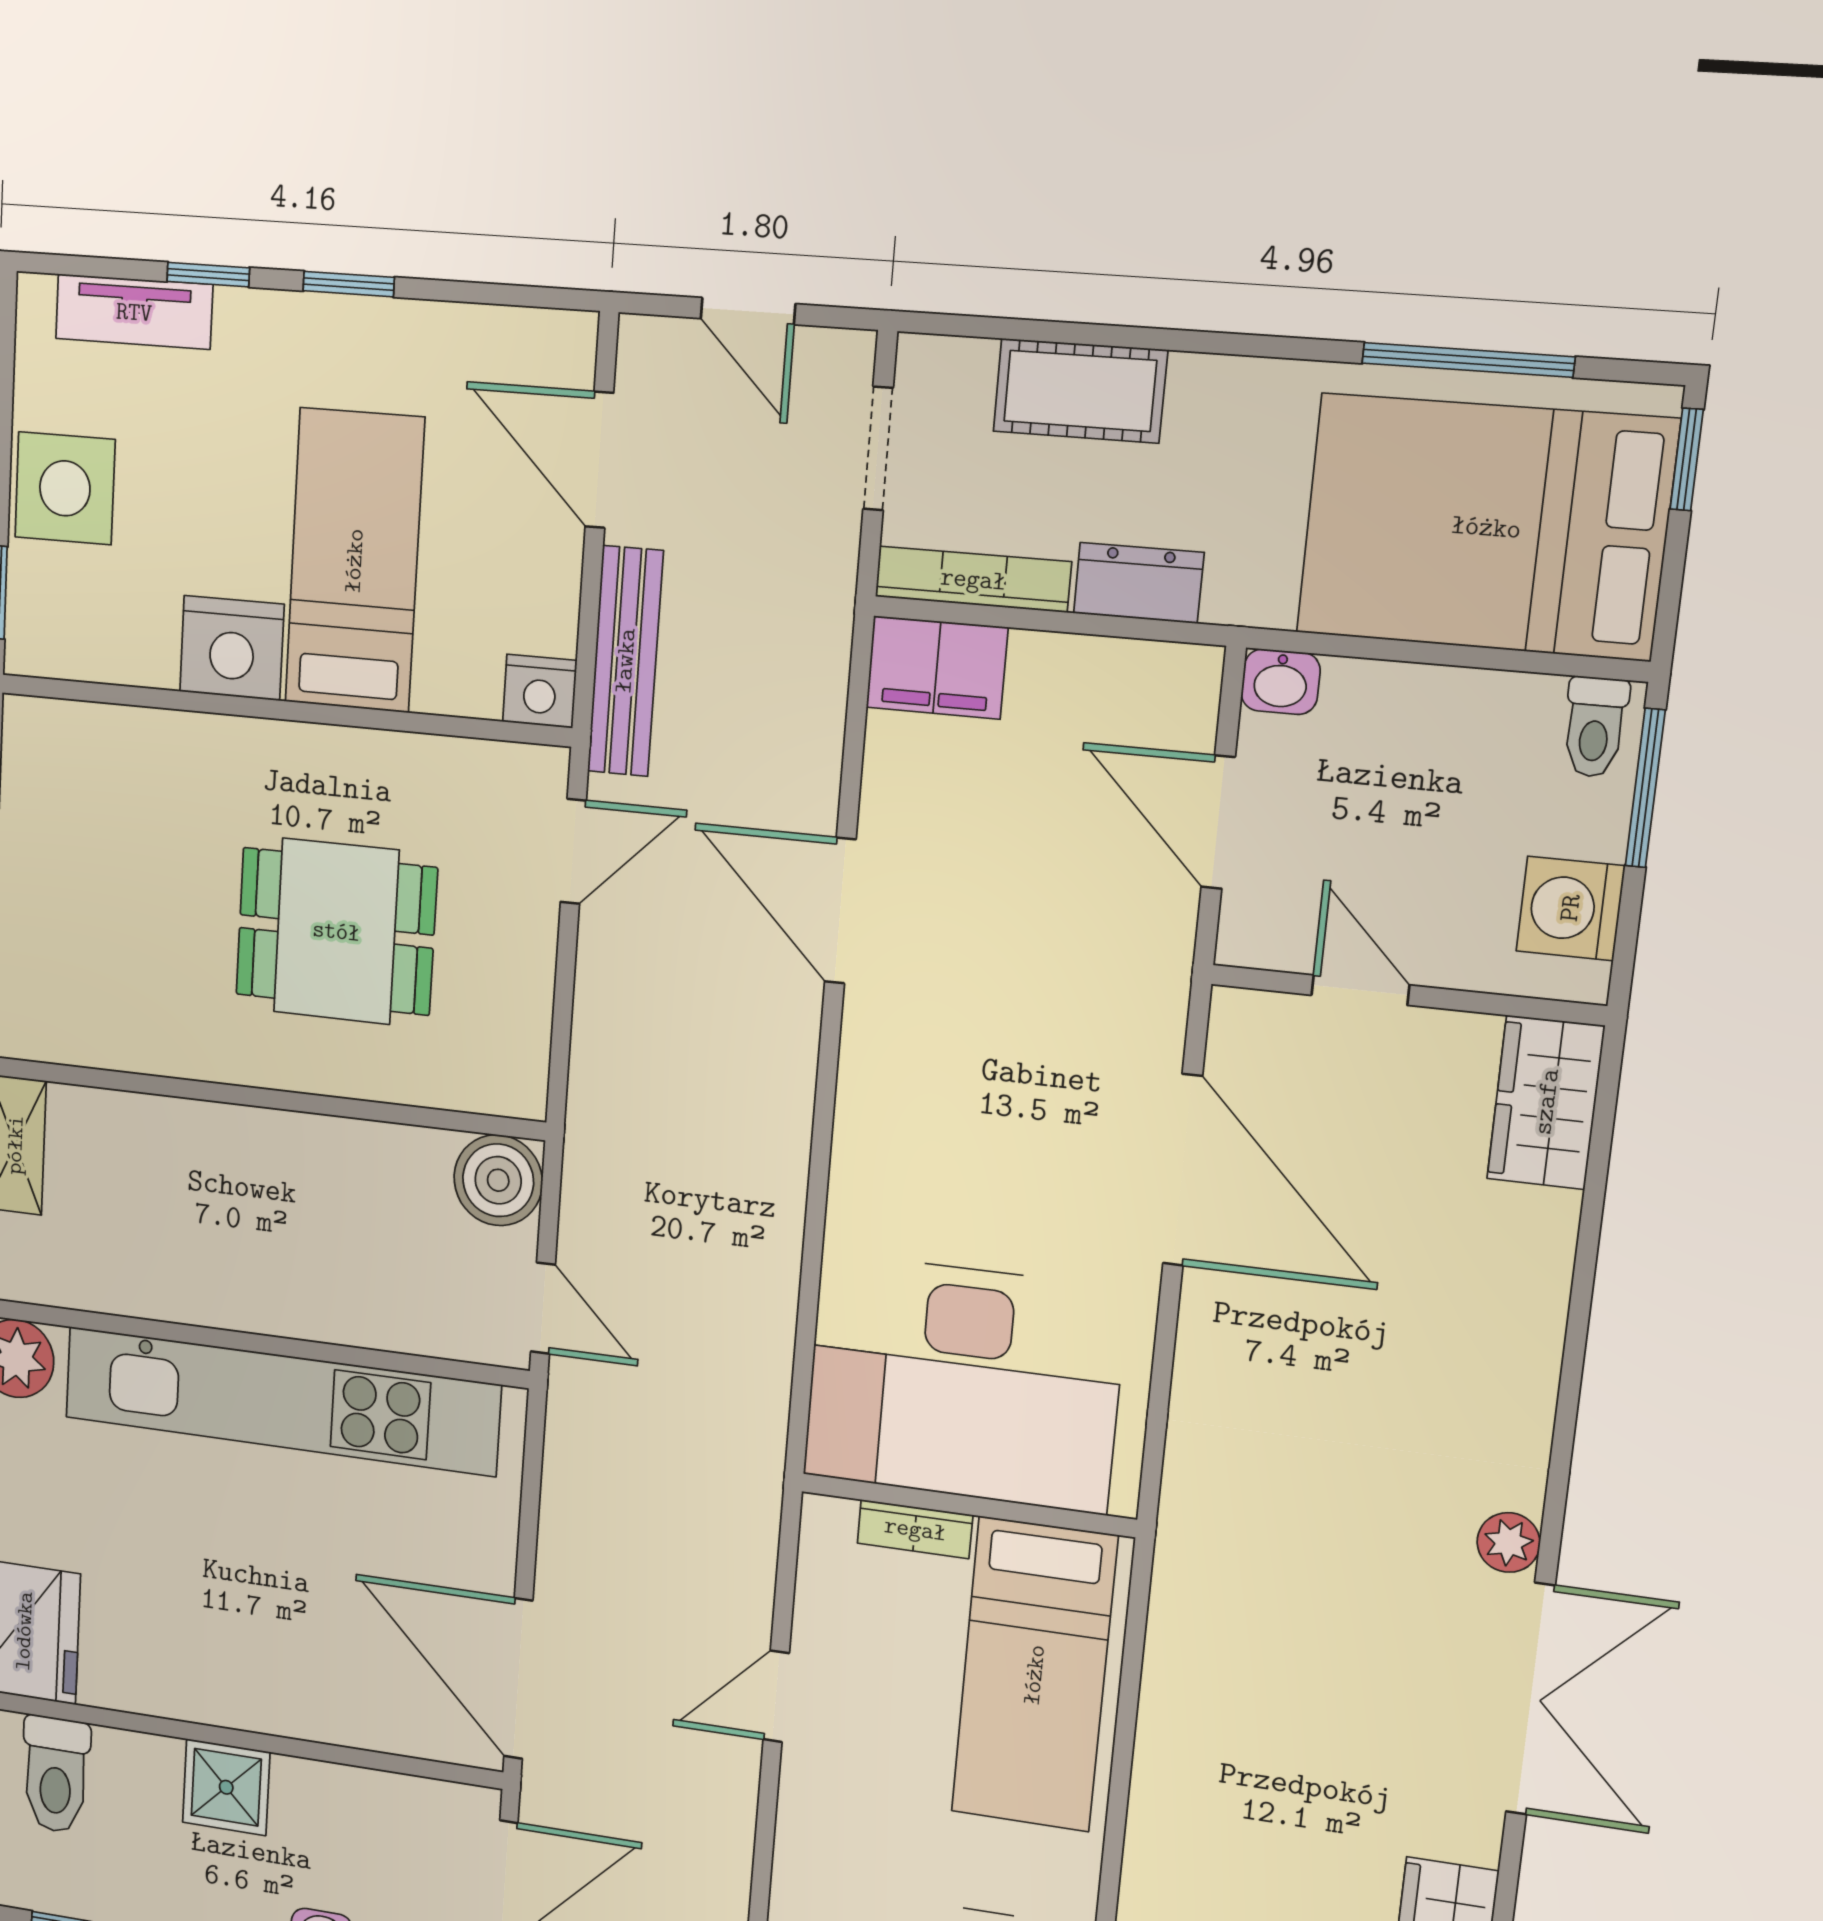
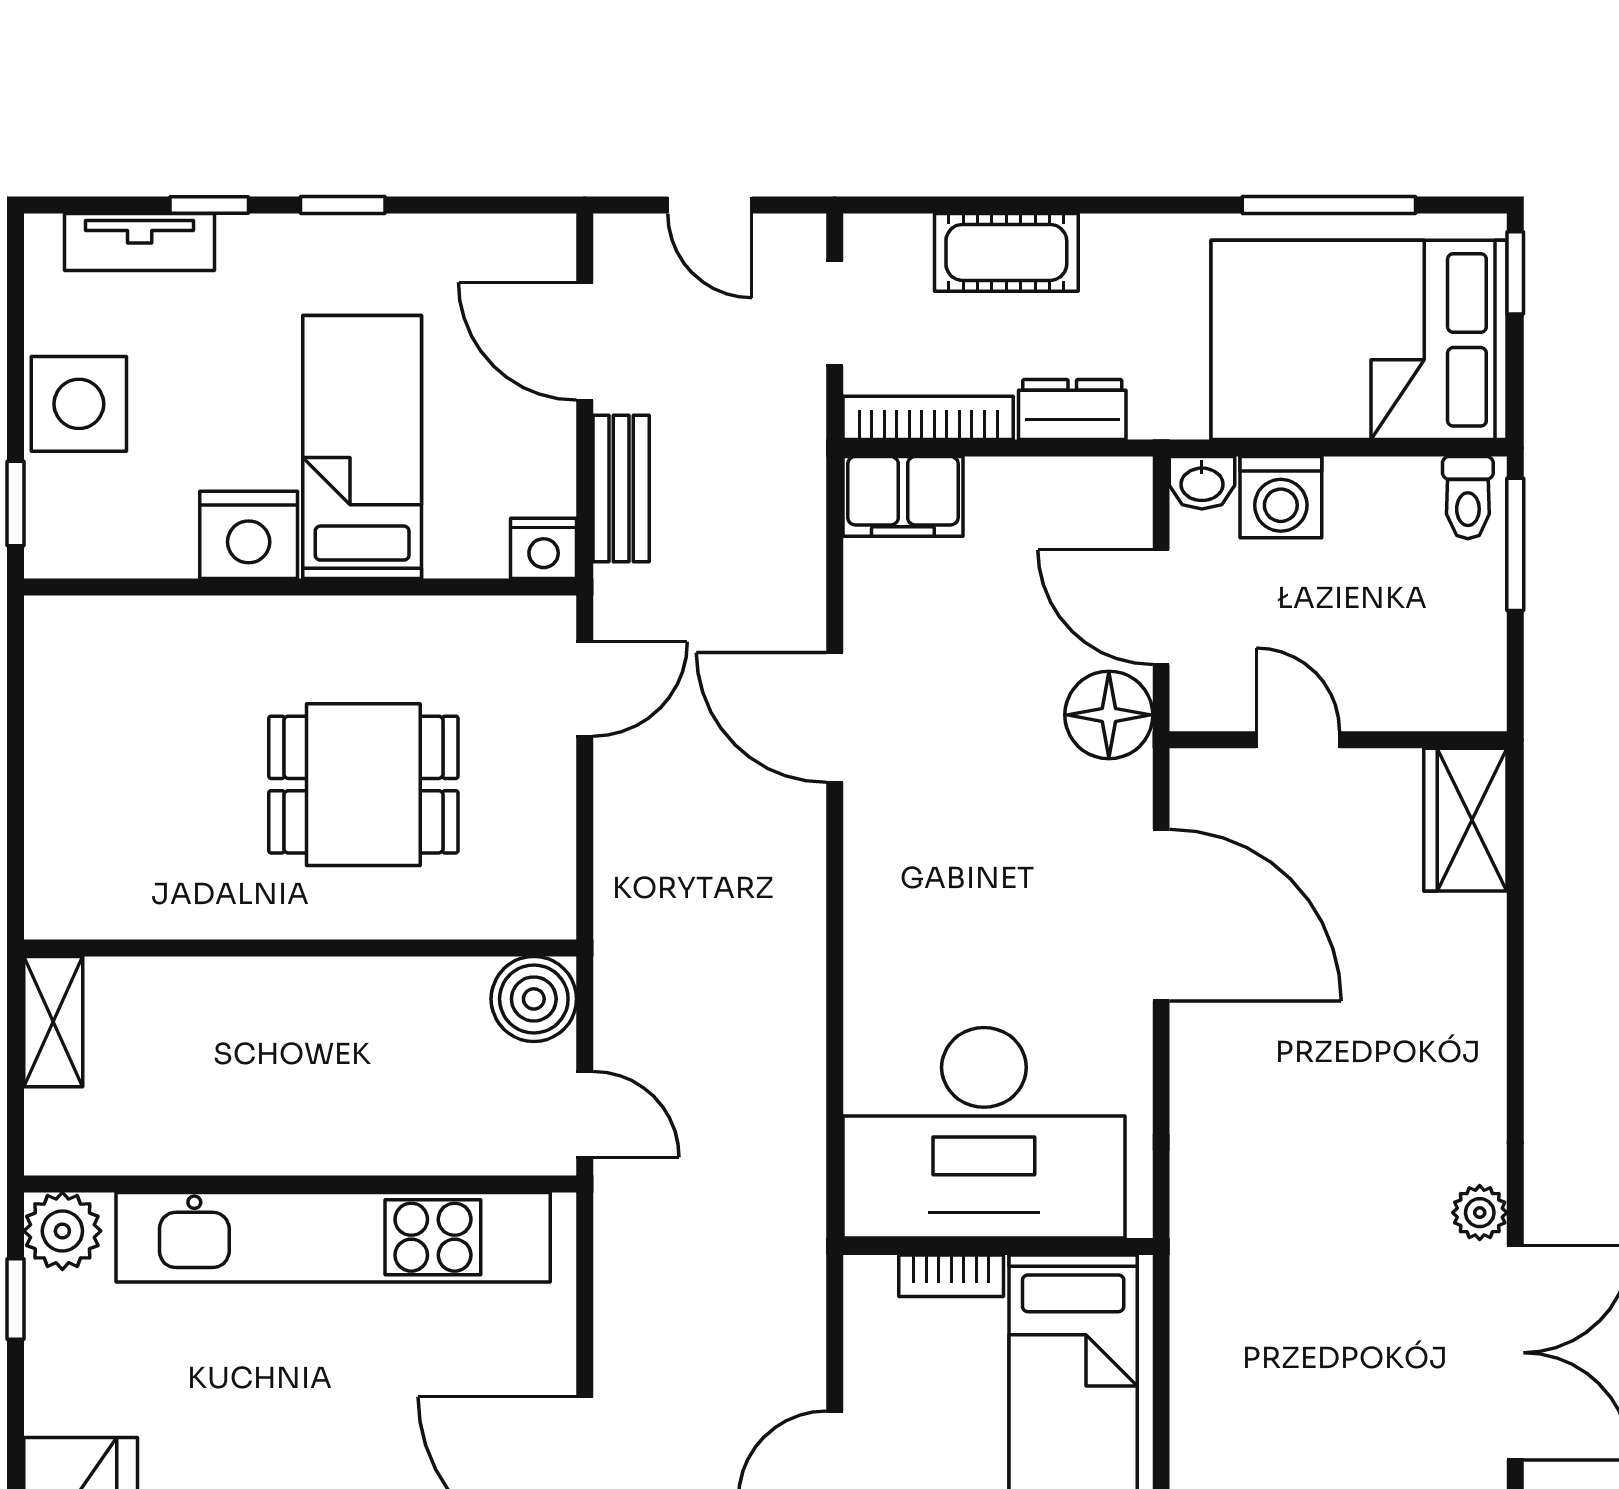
bench: (625, 661) -> (621, 489), width x0.73
washing machine: (1570, 908) -> (1281, 497), moved, turned -90
floor lamp: (1146, 939) -> (1109, 715), added

